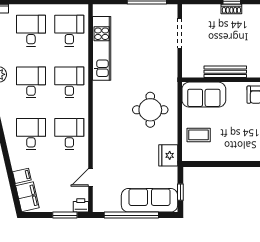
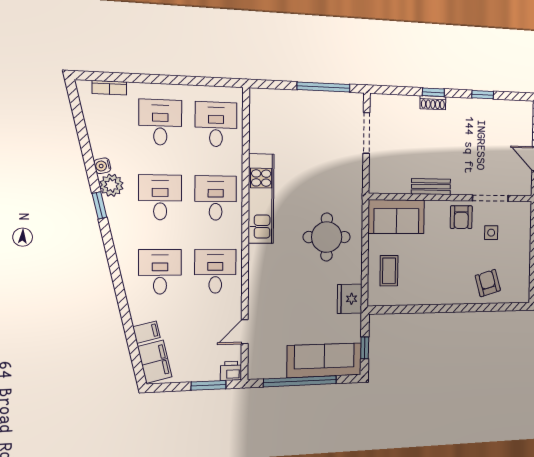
kitchen unit: (102, 48) -> (261, 199), moved
bench: (225, 72) -> (431, 187), width x0.73
coffee table: (199, 135) -> (389, 271), turned 90

